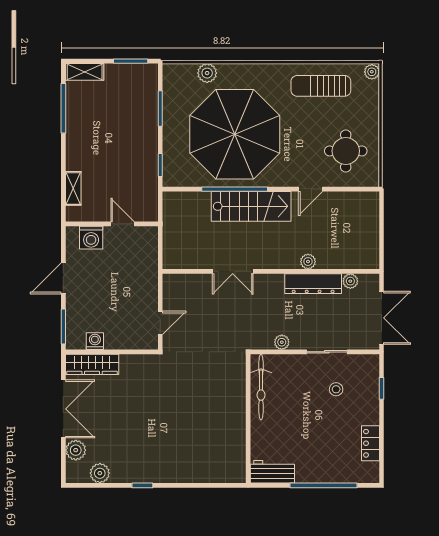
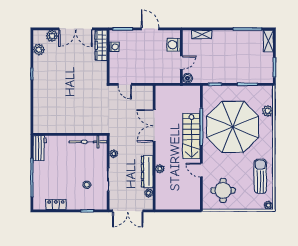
boiler: (150, 213) -> (187, 78), added
double door: (233, 271) -> (154, 126), width x1.37

